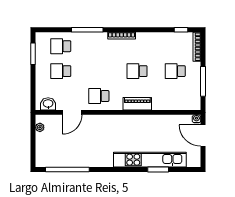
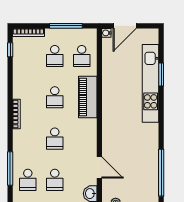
window: (87, 30) -> (10, 169), moved
school desk: (99, 96) -> (55, 139), moved
school desk: (175, 96) -> (82, 56), added
piano: (137, 104) -> (88, 97), width x1.37, depth x1.33

